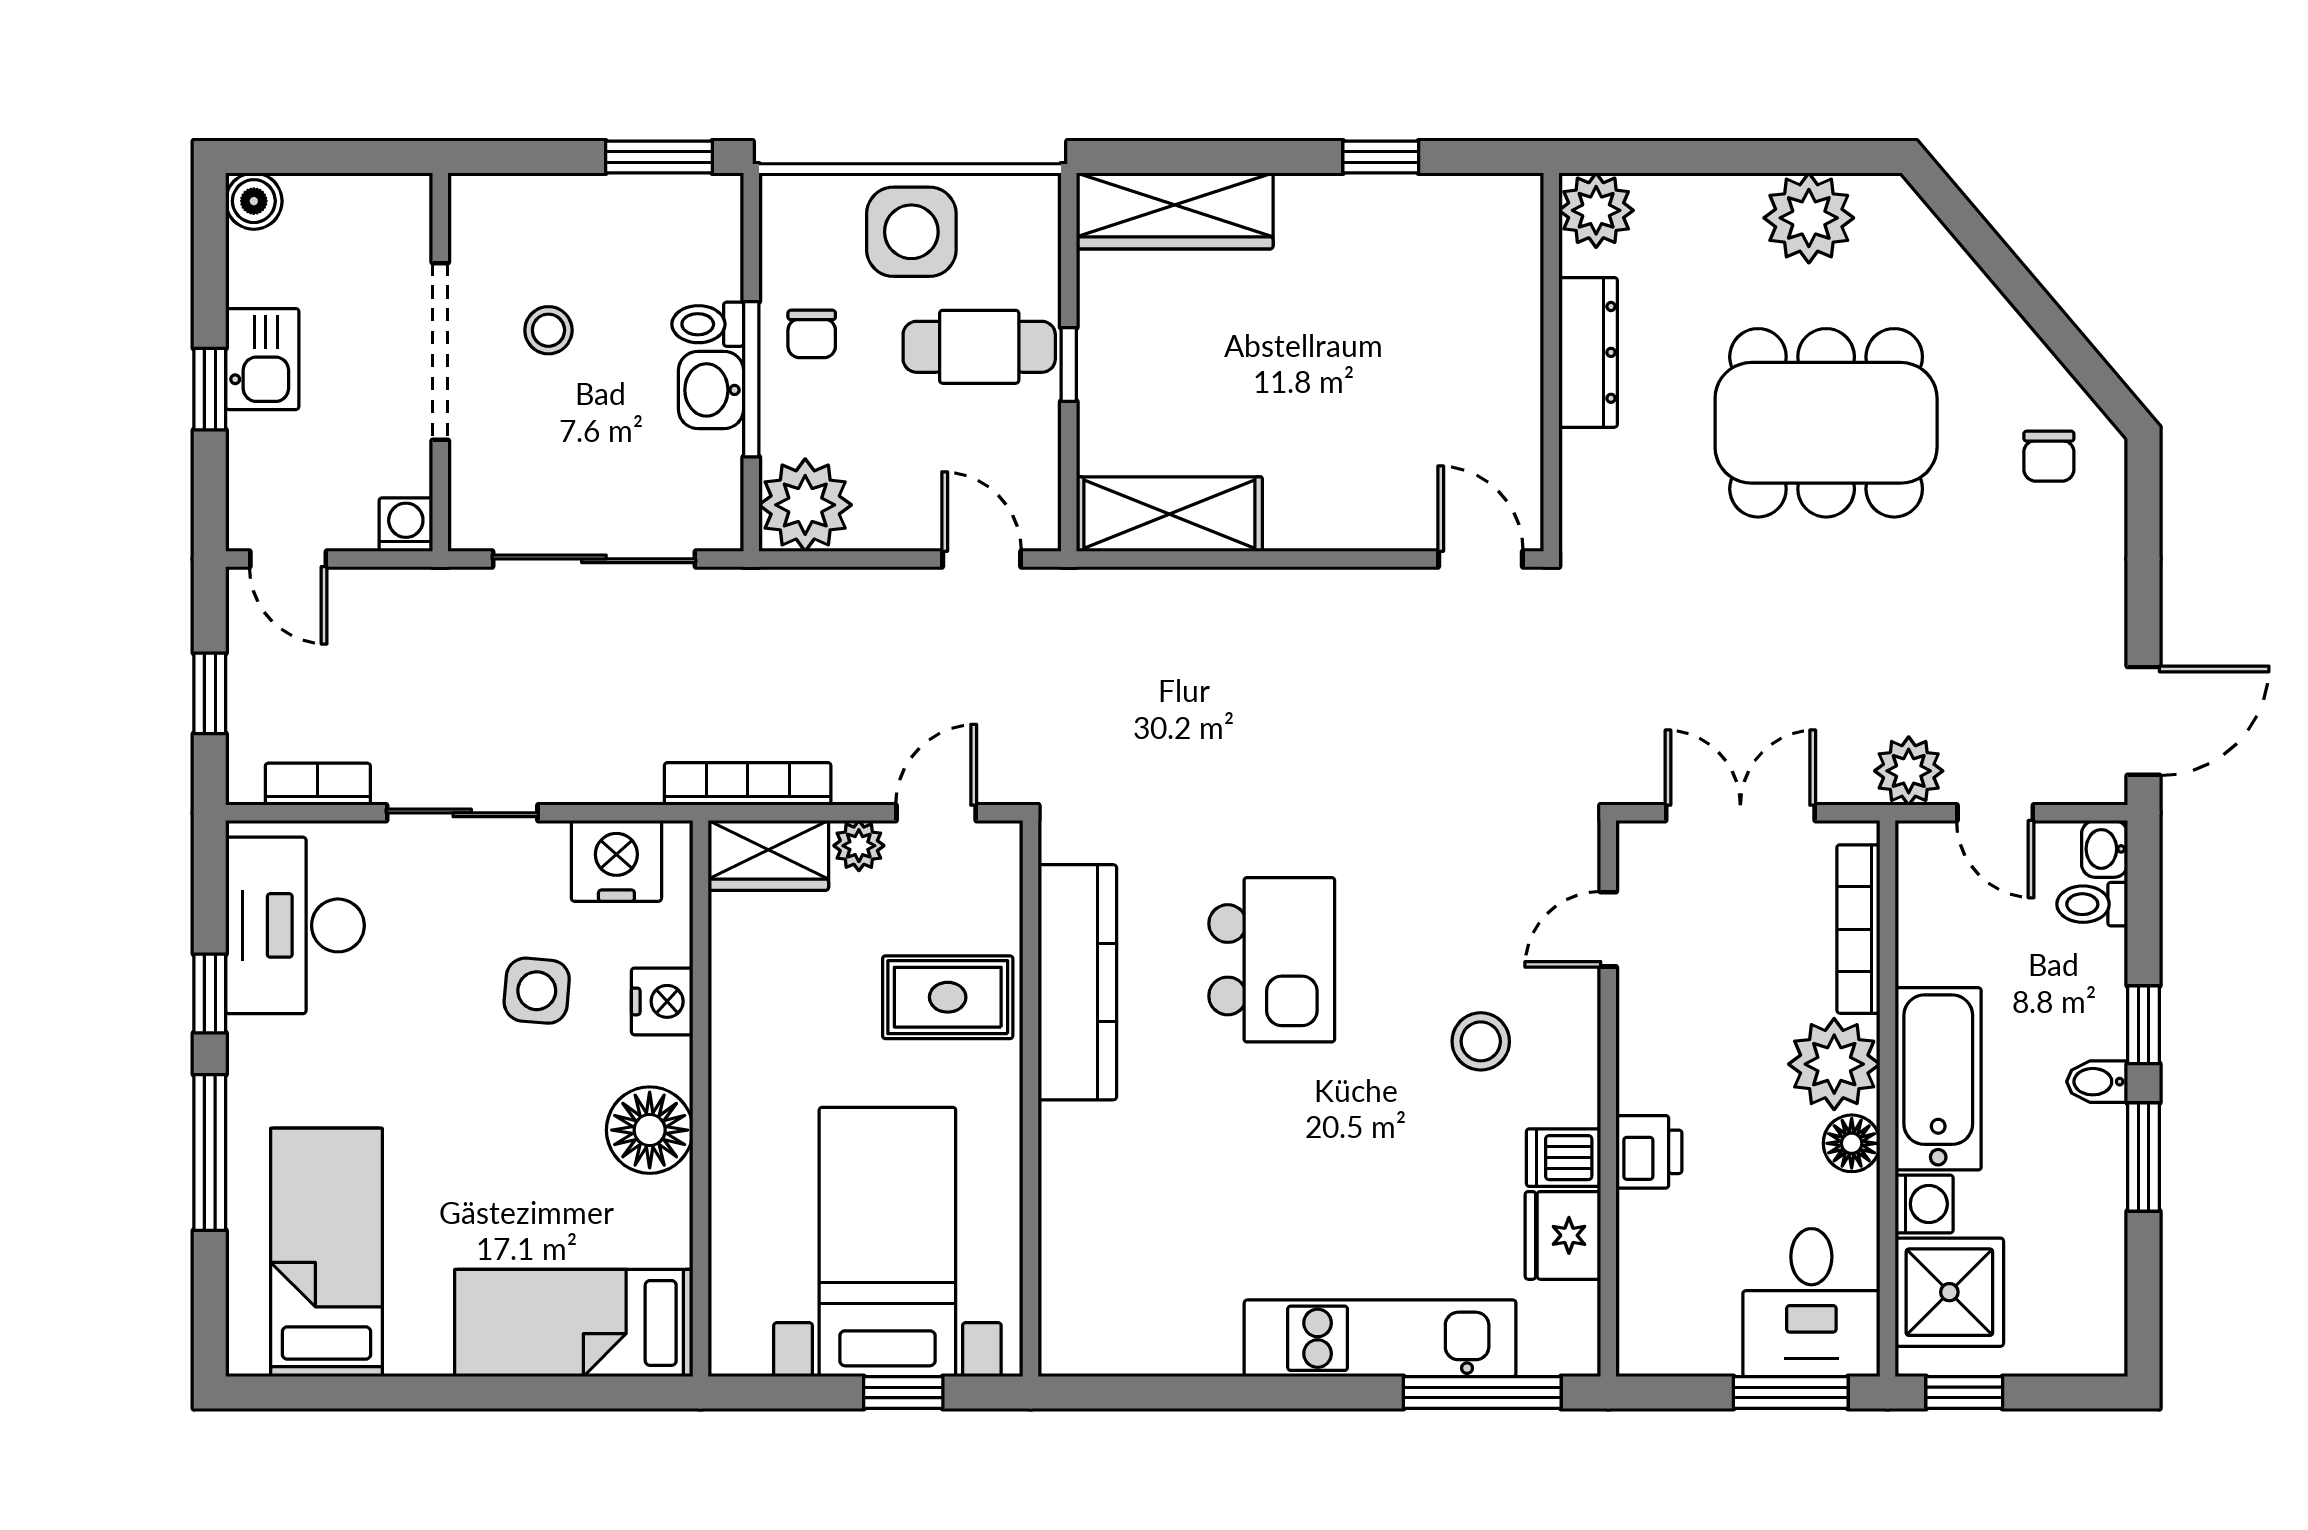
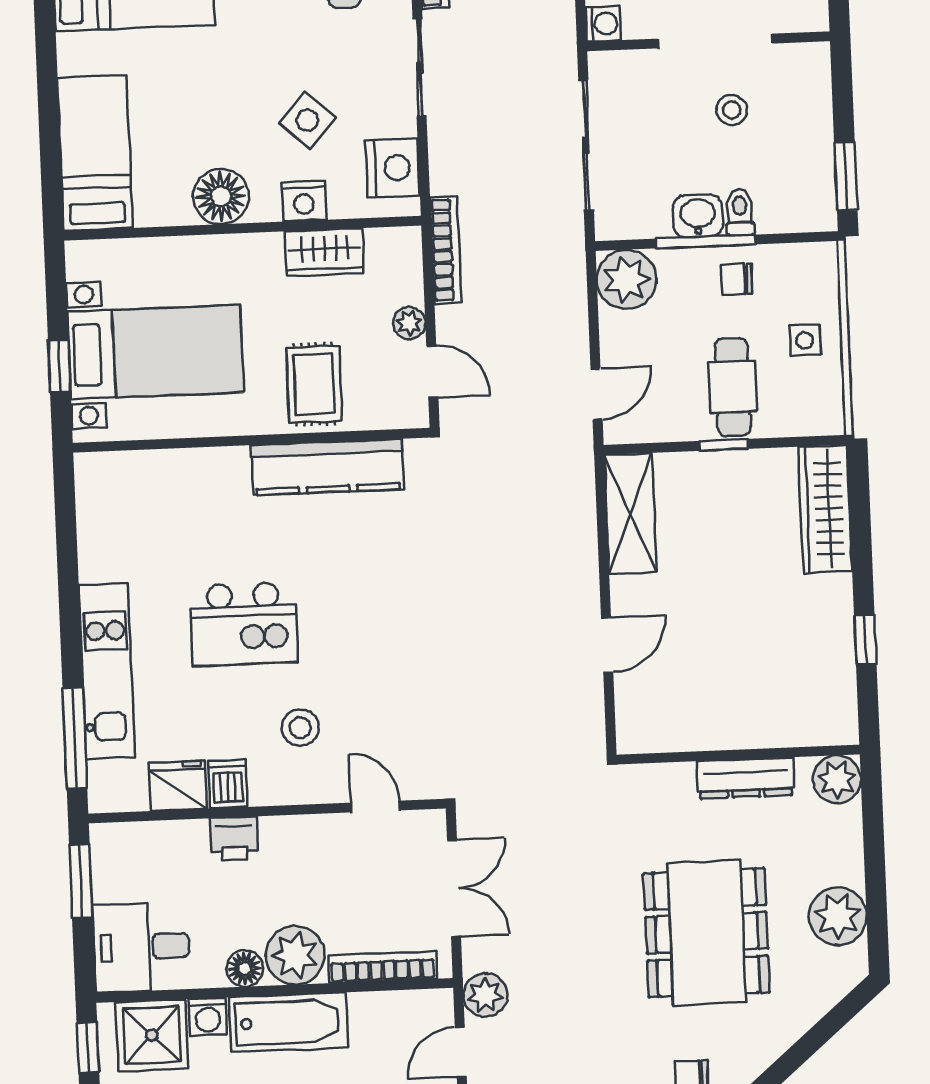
side table: (911, 232) -> (805, 340), width x0.54, depth x0.54
door: (1481, 559) -> (607, 645), moved
wardrobe: (768, 855) -> (325, 252), moved, turned -90
kitchen island: (1272, 960) -> (244, 624), moved
side table: (537, 991) -> (307, 120), turned 37
window: (1791, 1392) -> (81, 881), moved

